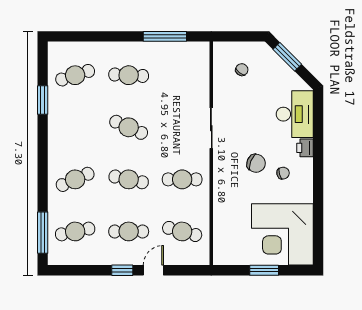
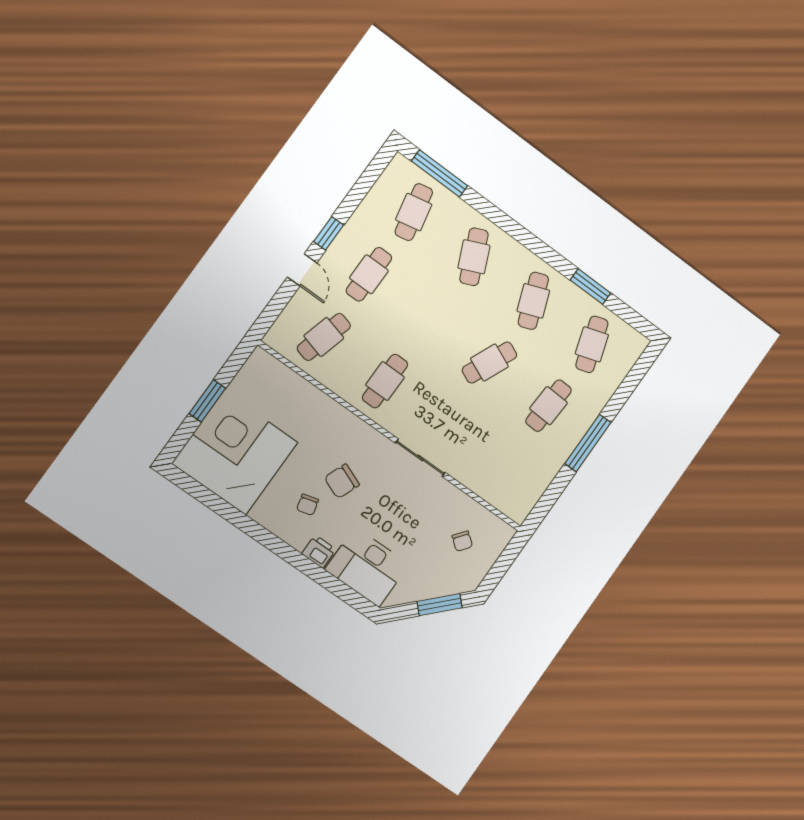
window: (165, 36) -> (588, 443), moved
cafe table: (129, 179) -> (533, 301), moved, turned -33

